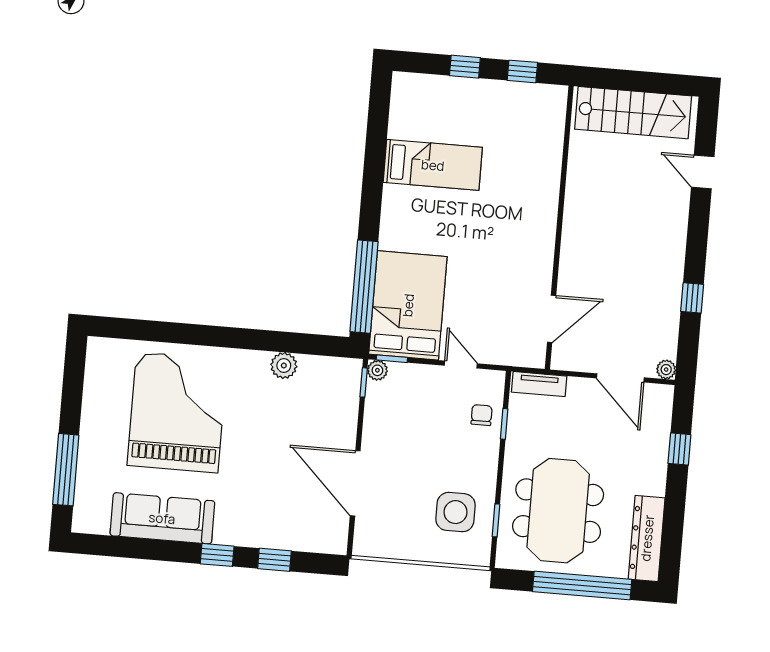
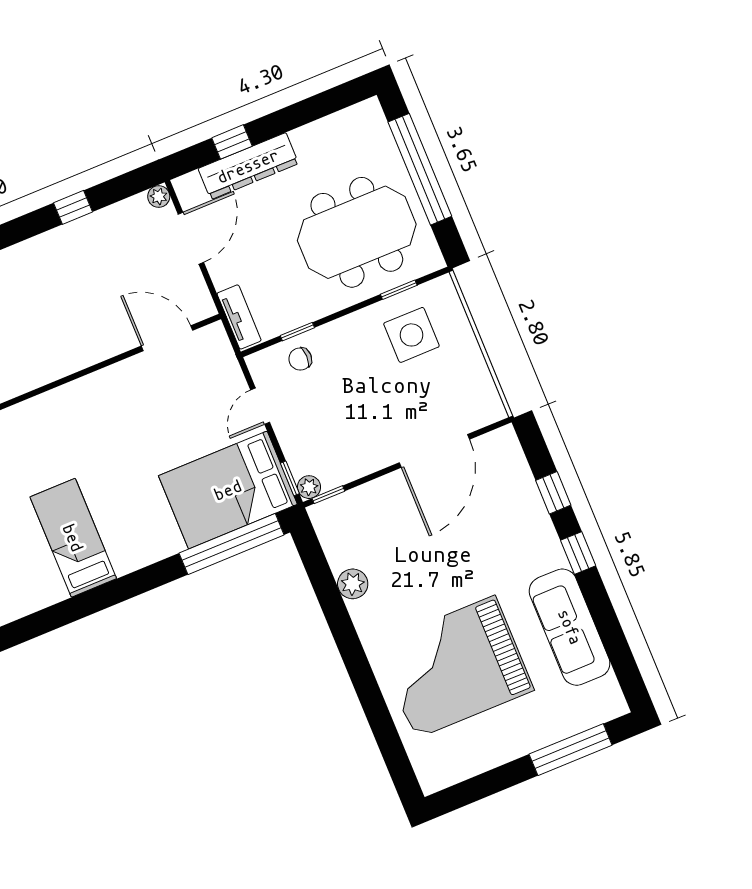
dresser: (647, 538) -> (248, 166), moved

